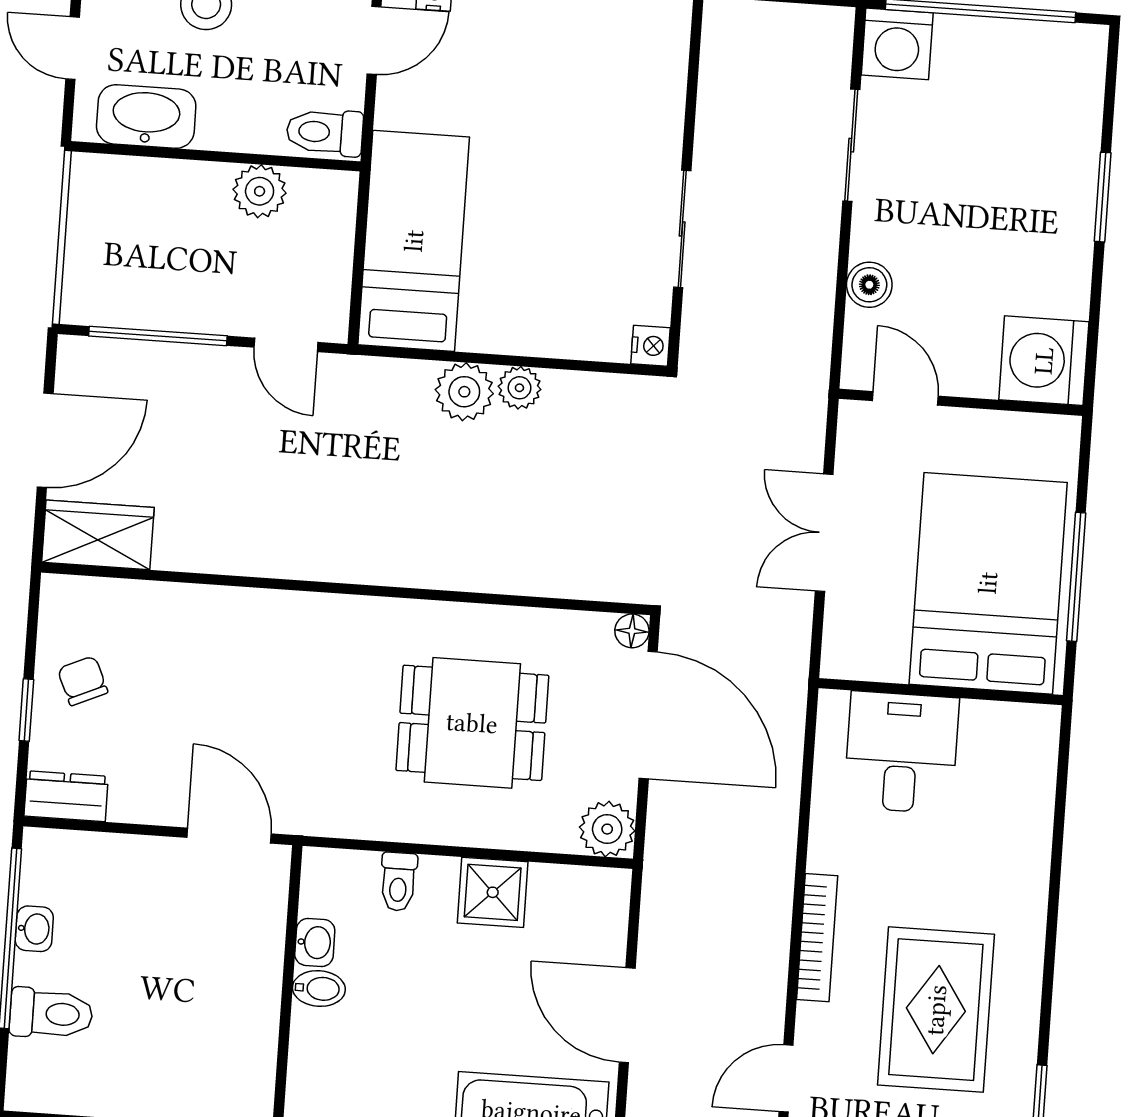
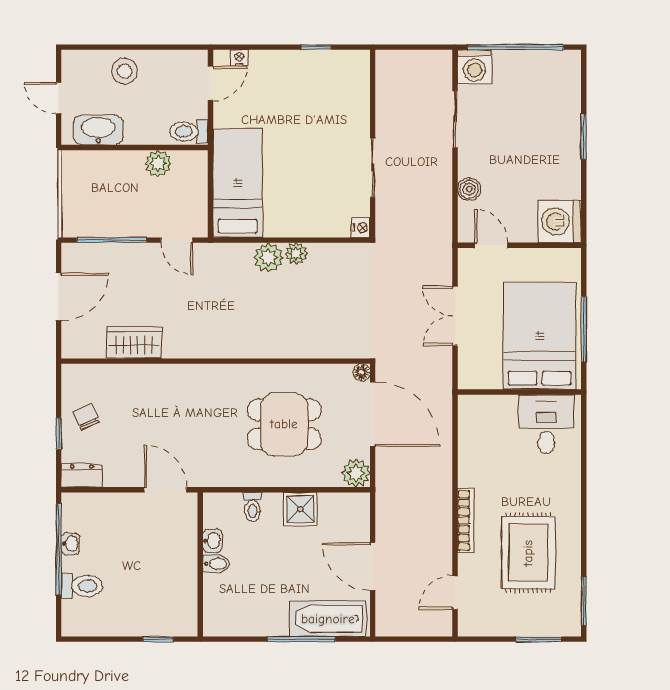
wardrobe: (98, 535) -> (134, 343), moved
desk: (901, 752) -> (546, 424), moved

